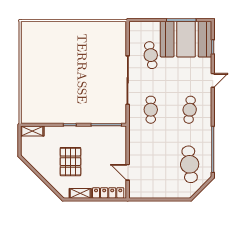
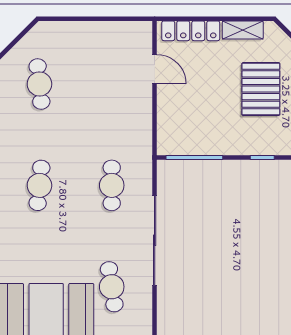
cafe table: (190, 164) -> (39, 84), width x0.73, depth x0.74

